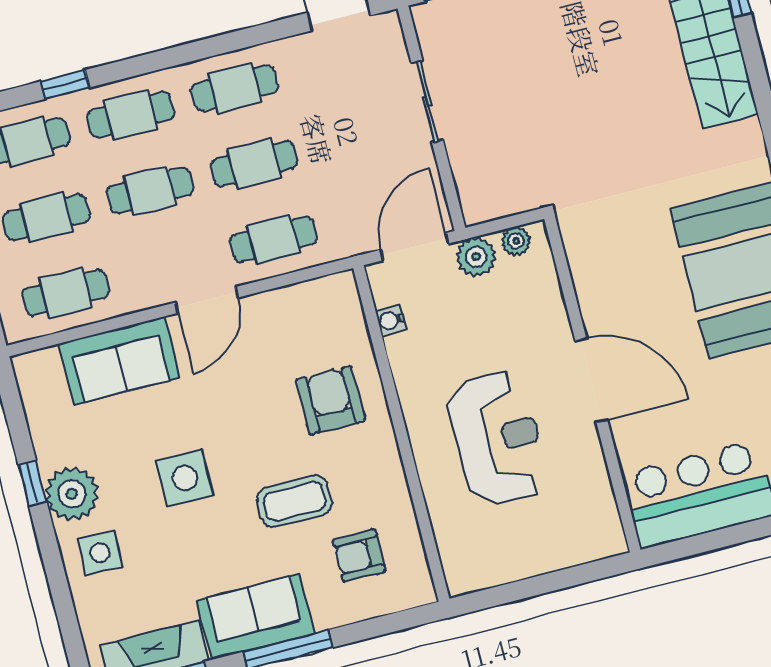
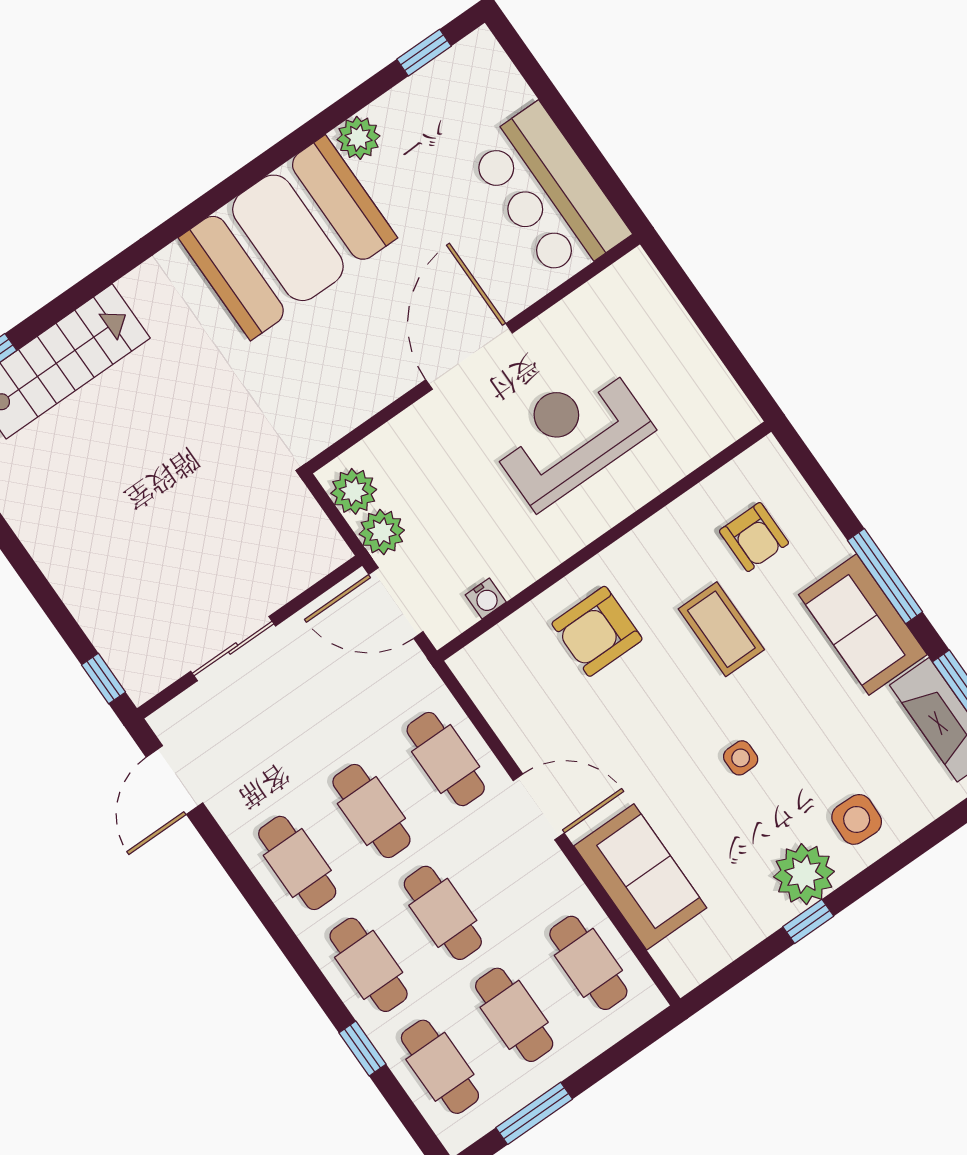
plant: (516, 241) -> (354, 491), width x1.38, depth x1.38
side table: (185, 478) -> (741, 758), width x0.54, depth x0.54

